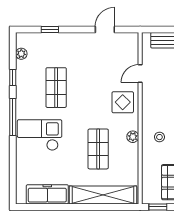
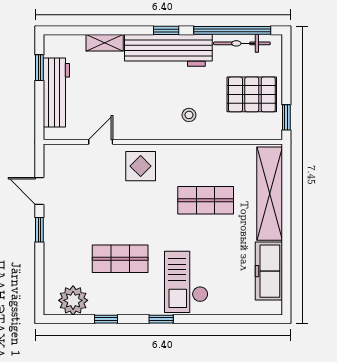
window: (50, 30) -> (39, 230), moved
plant: (21, 54) -> (73, 300), width x1.87, depth x1.87
door: (140, 74) -> (101, 142), swing flipped
window: (13, 117) -> (161, 319), width x0.46
plant: (133, 137) -> (189, 152), removed

